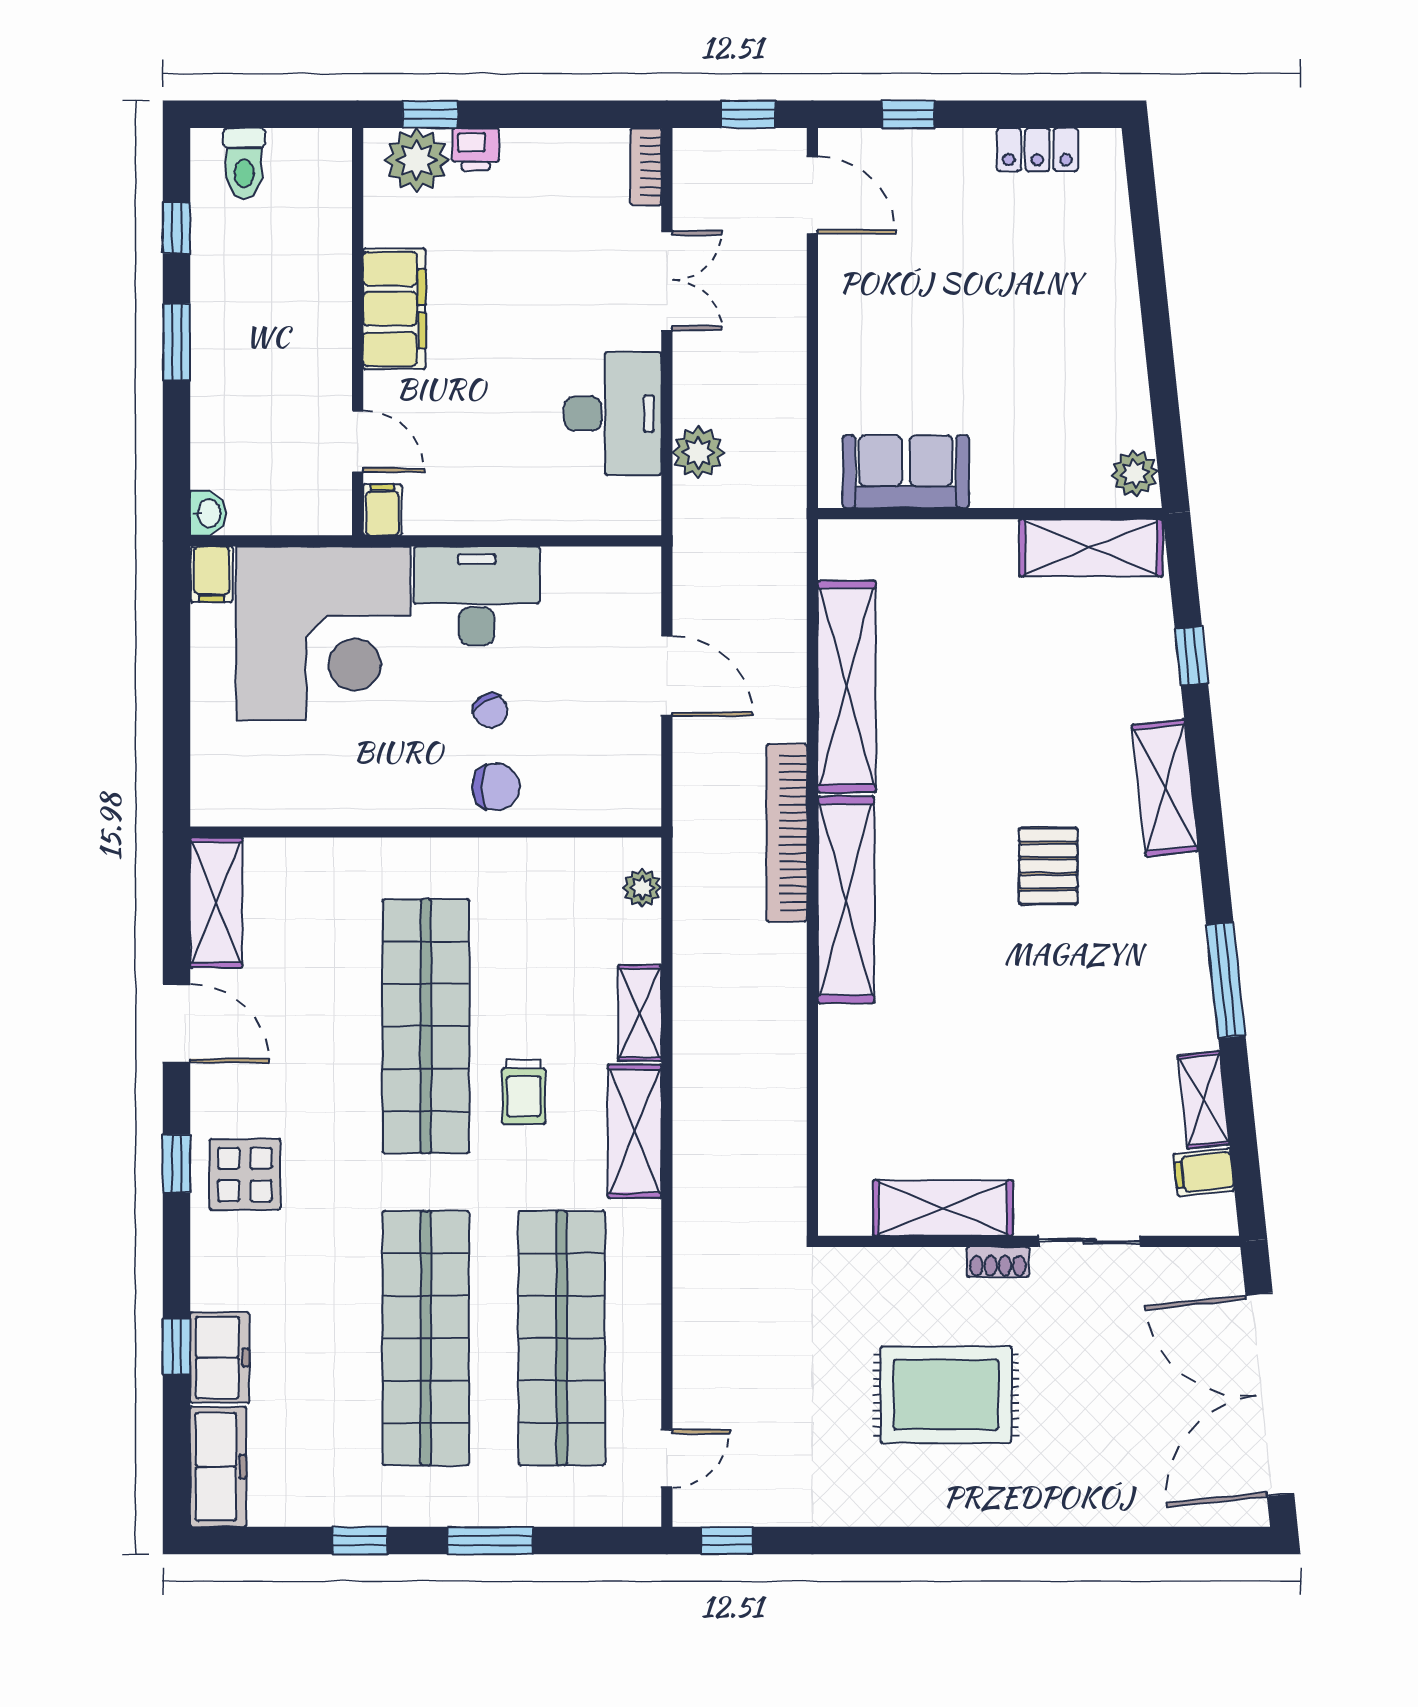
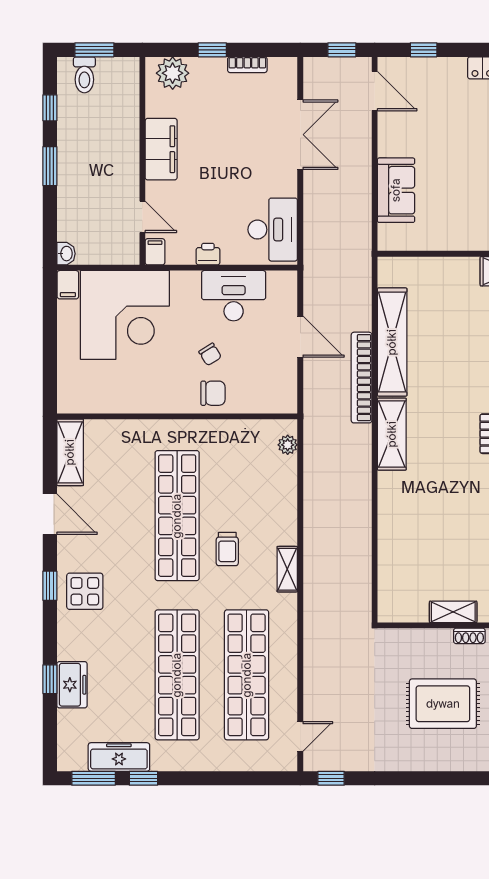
window: (264, 114) -> (94, 50), added
window: (430, 114) -> (212, 50), moved
printer: (476, 149) -> (208, 254), moved, turned 180
bookcase: (646, 167) -> (247, 65), moved, turned -90
double door: (667, 280) -> (300, 135), width x1.37
desk: (613, 414) -> (273, 230), moved
plant: (698, 452) -> (316, 222), removed
sofa: (906, 472) -> (396, 190), moved, turned 90
desk: (477, 596) -> (234, 296), moved
bookcase: (787, 833) -> (362, 378), moved
shelving: (846, 900) -> (392, 434), width x0.68
shelving: (640, 1013) -> (286, 509), removed
shelving: (635, 1131) -> (287, 569), width x0.67, depth x0.75
shelving: (943, 1208) -> (453, 612), width x0.67, depth x0.75
freezer: (218, 1467) -> (119, 757), moved, turned -90
window: (490, 1541) -> (94, 778), moved

